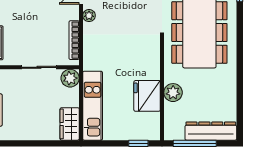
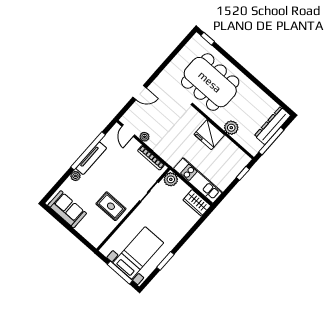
fridge: (147, 96) -> (209, 135), moved

